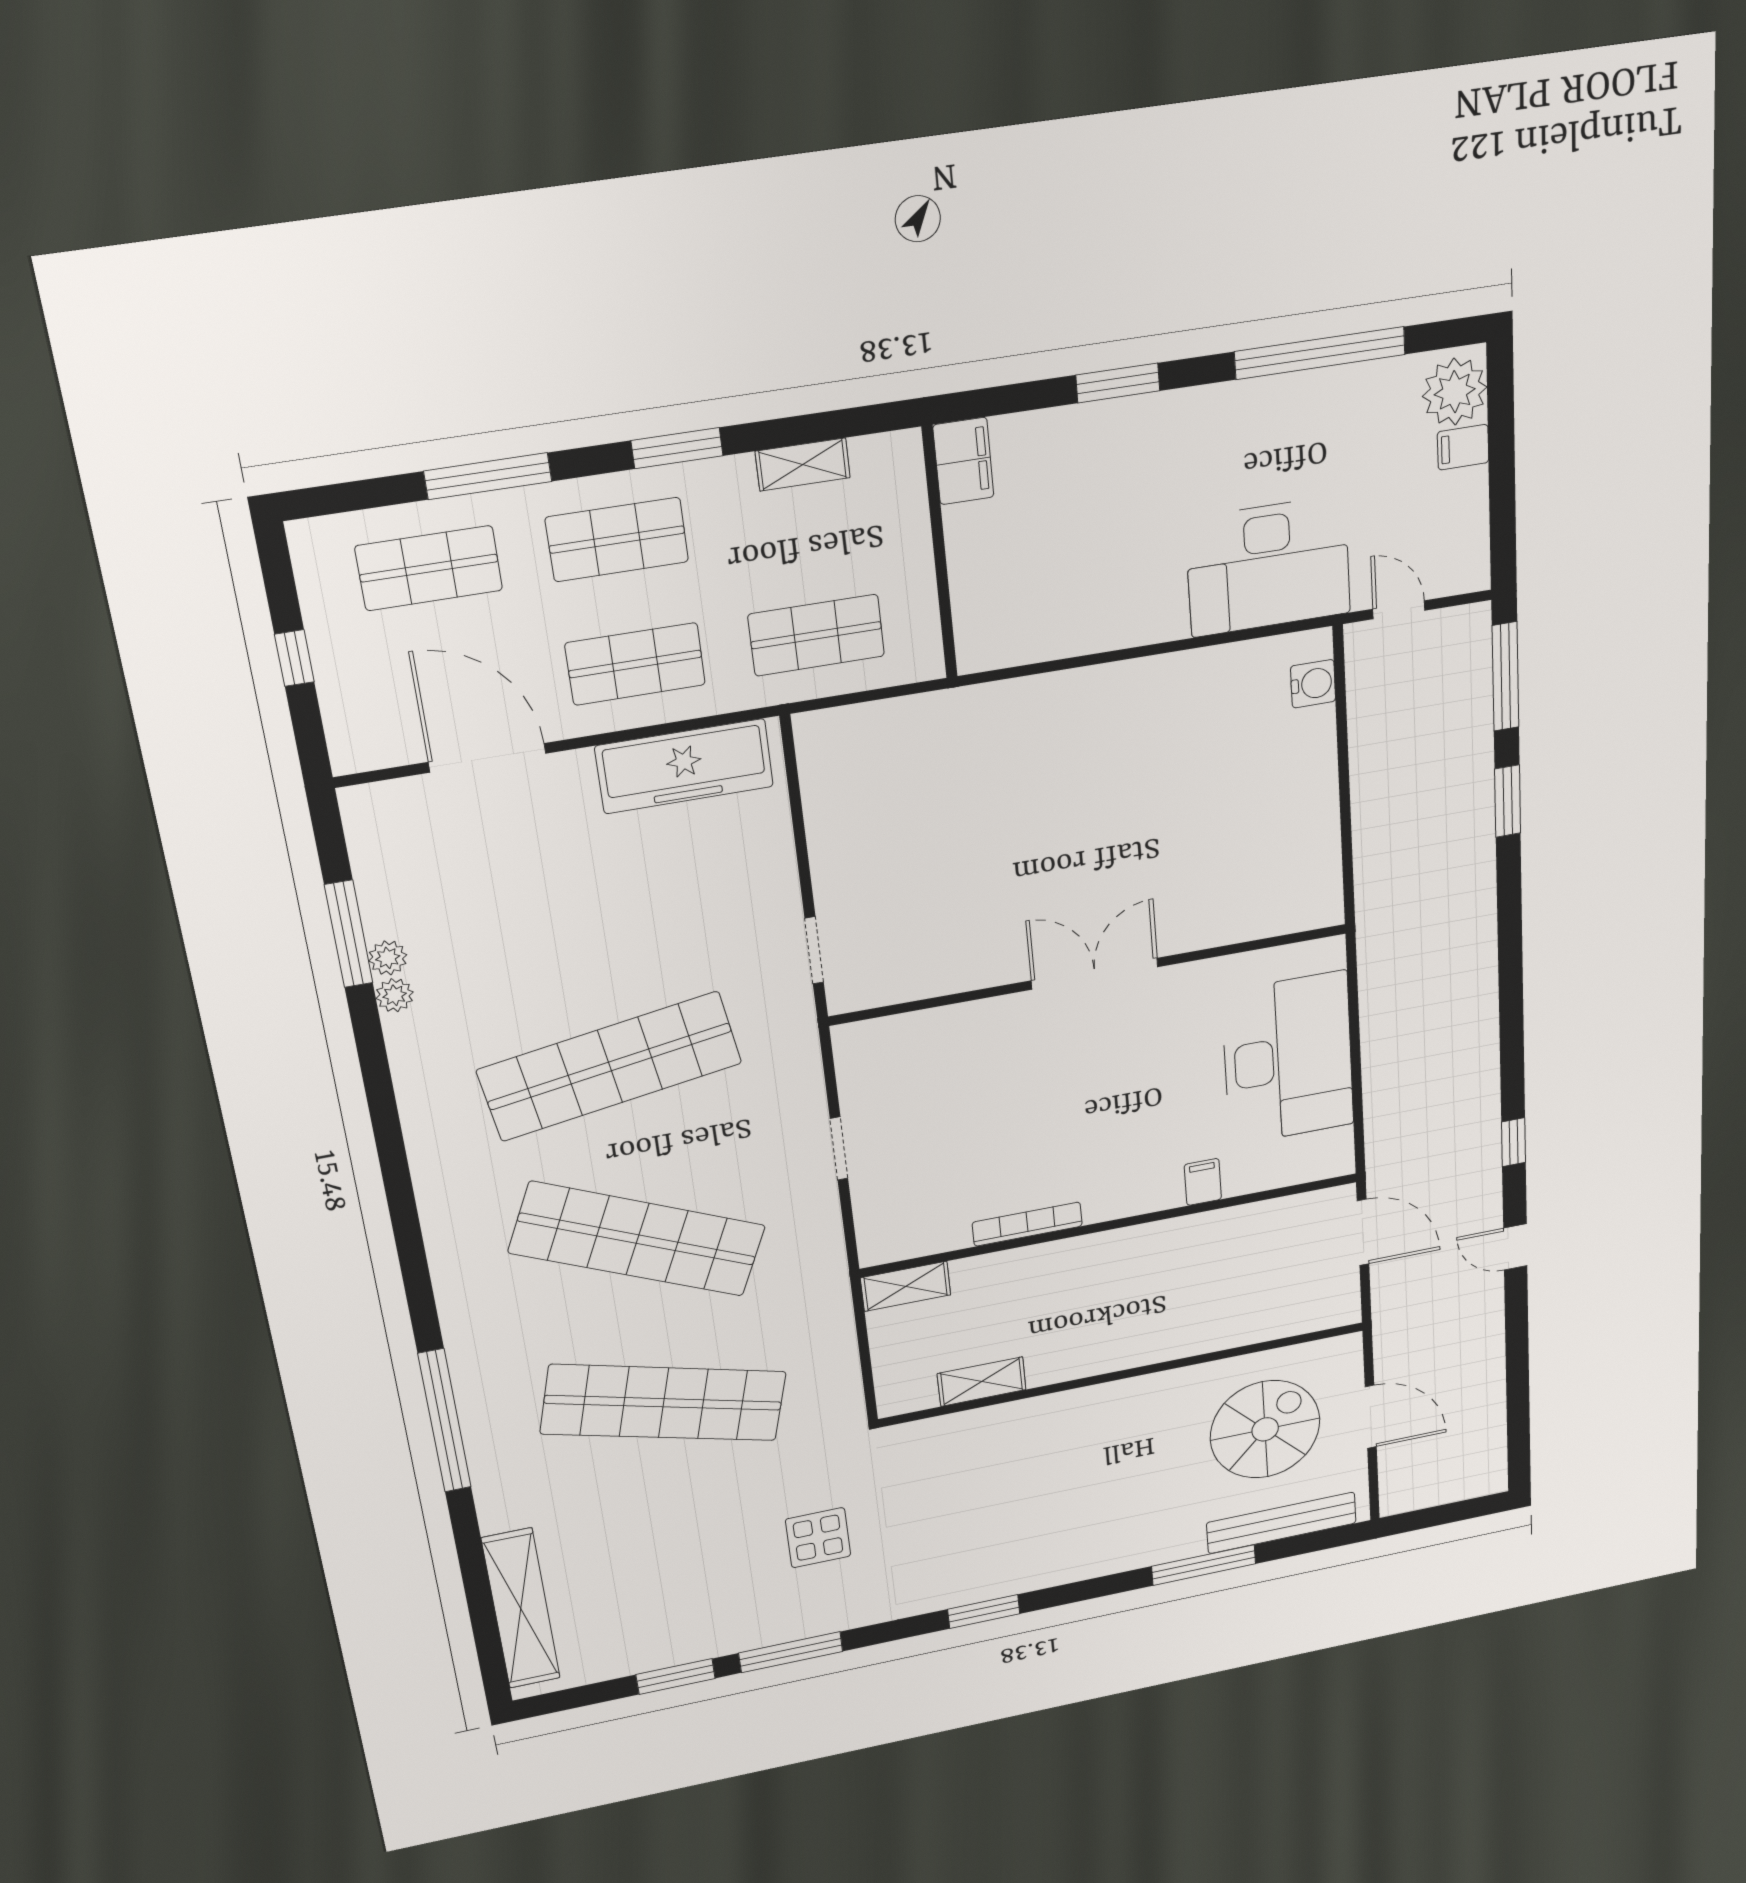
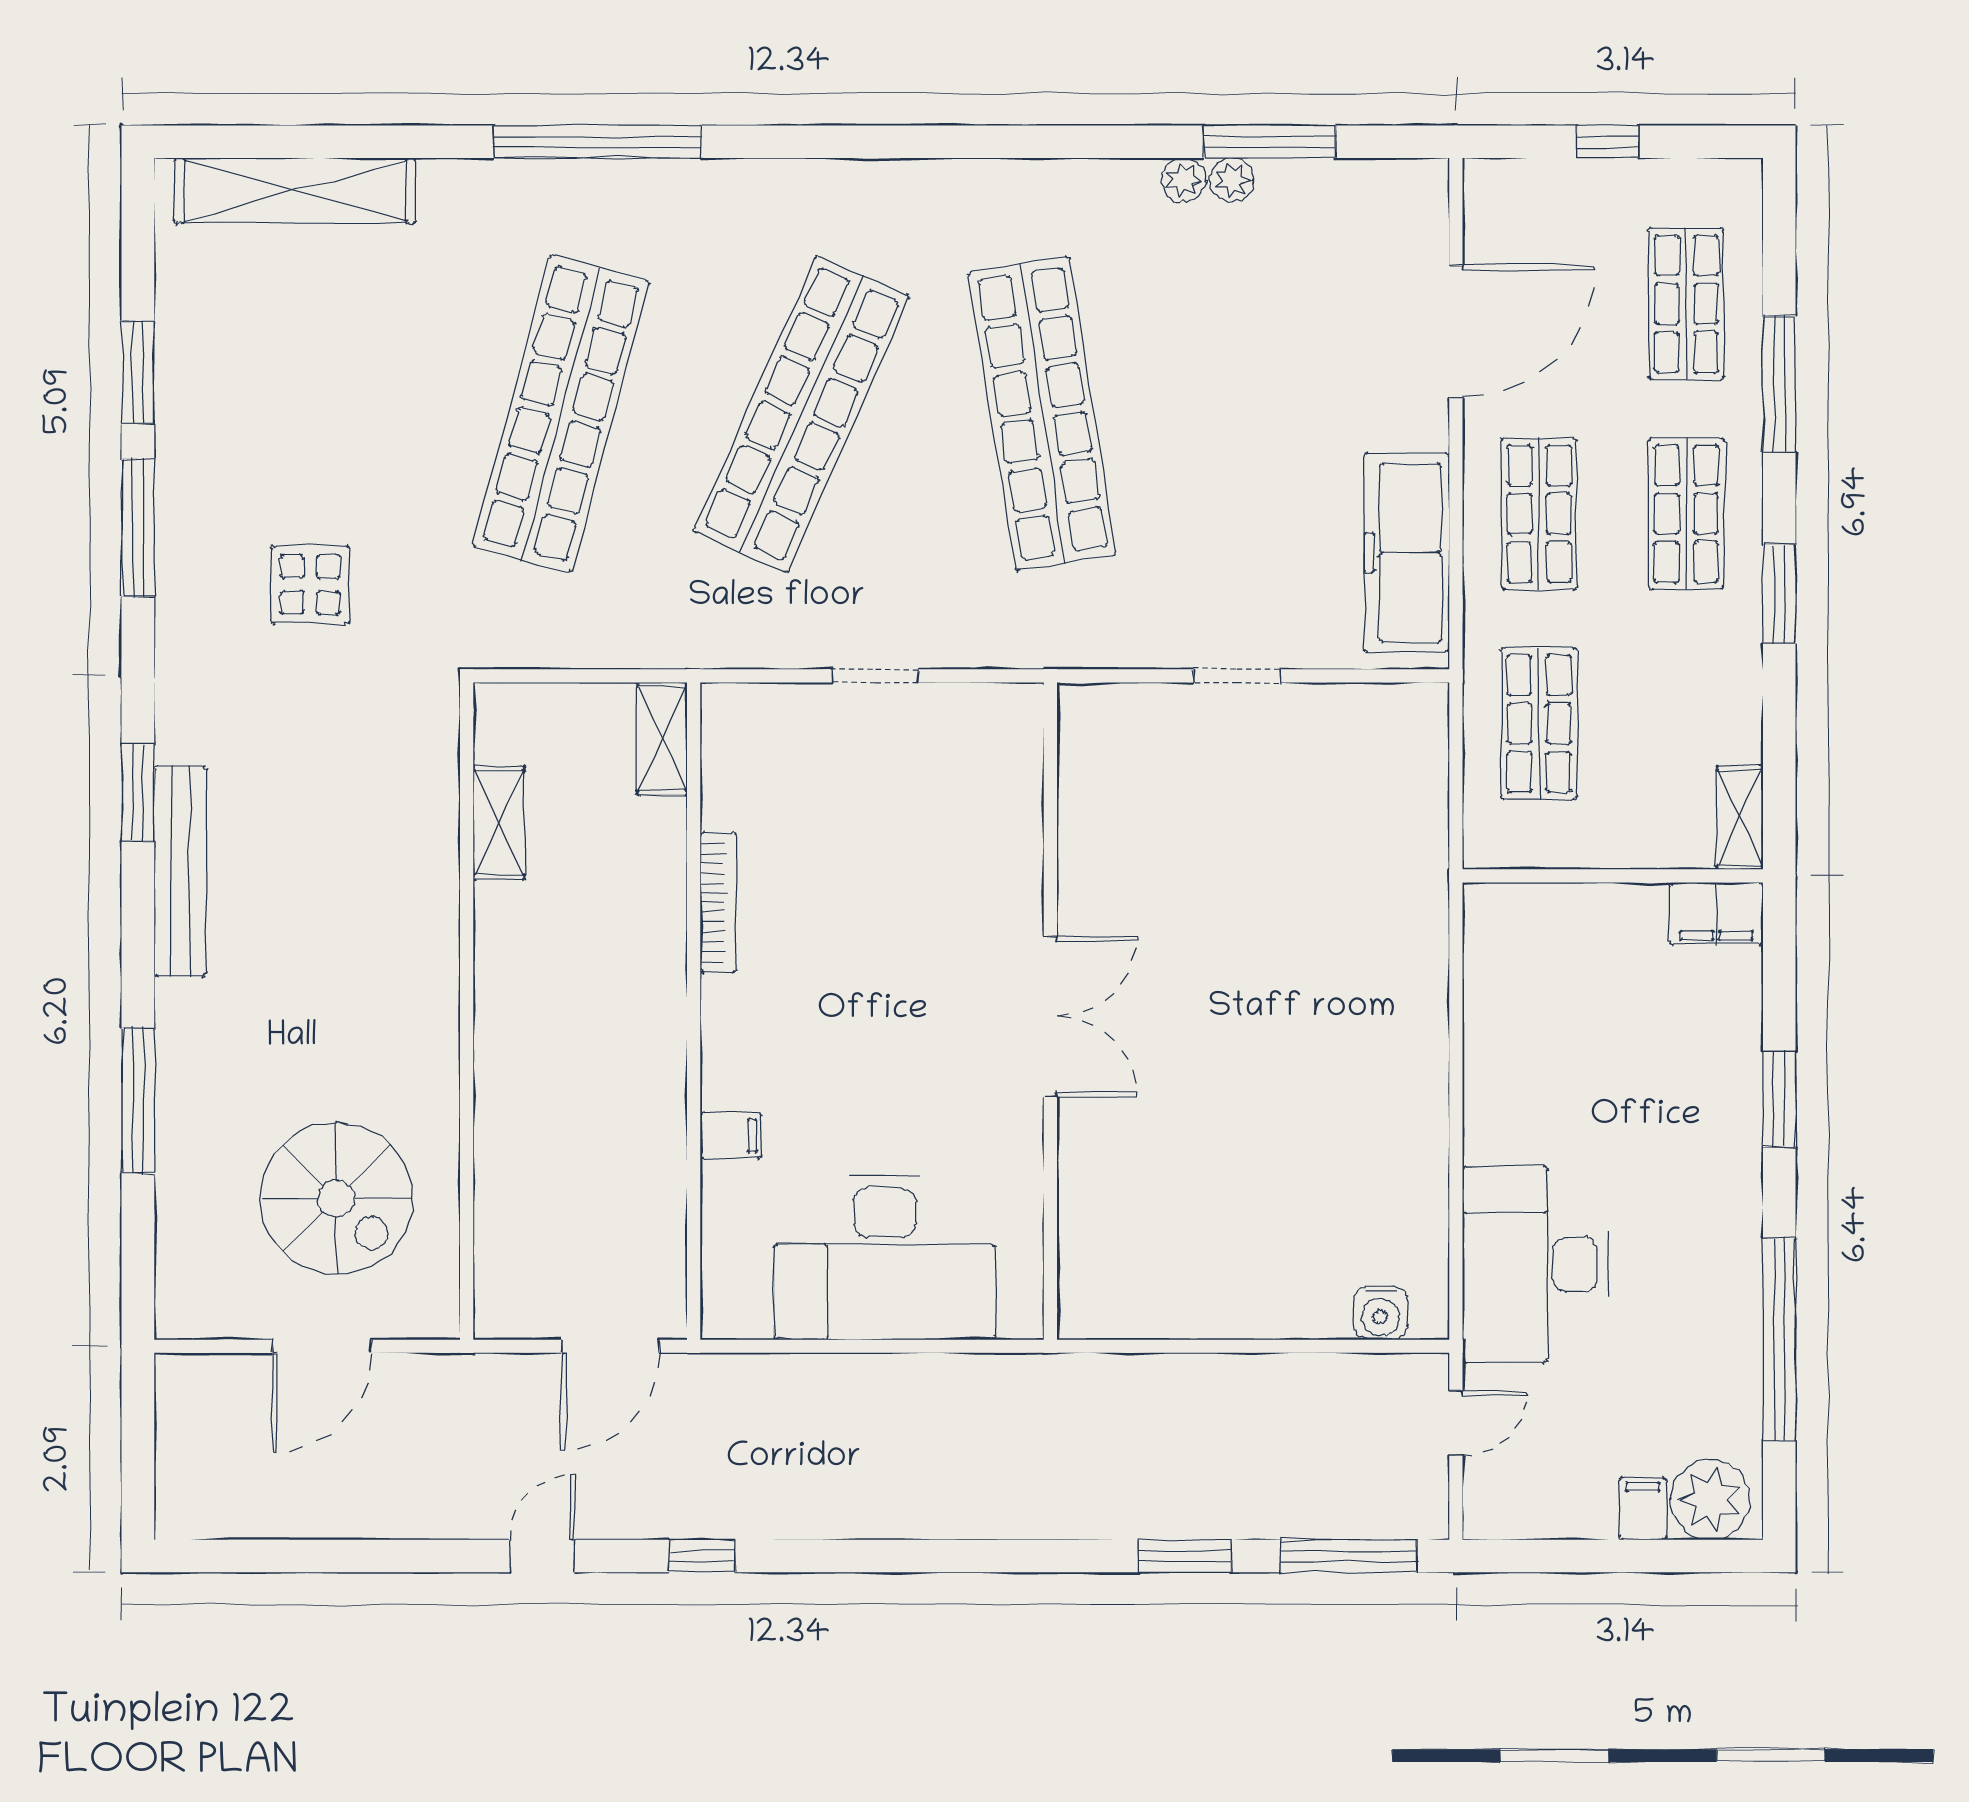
shelving: (803, 464) -> (1740, 818), moved
doorway: (814, 950) -> (1237, 676), moved
bench: (1281, 1523) -> (180, 871), moved

